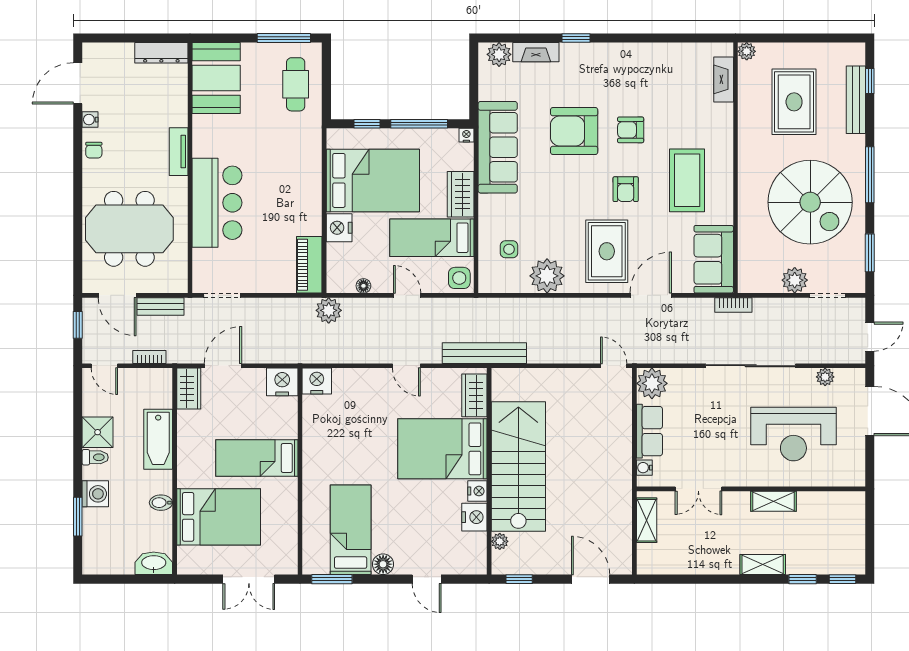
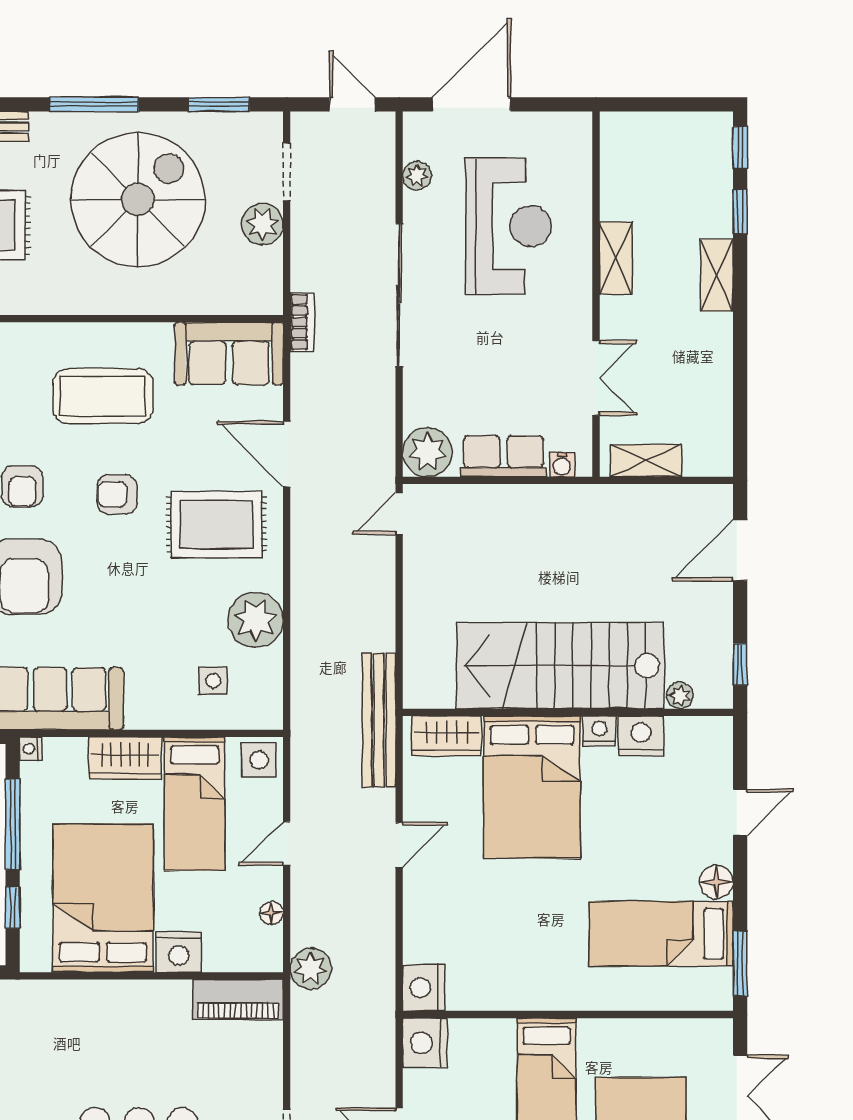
armchair: (626, 189) -> (117, 494), turned 180

